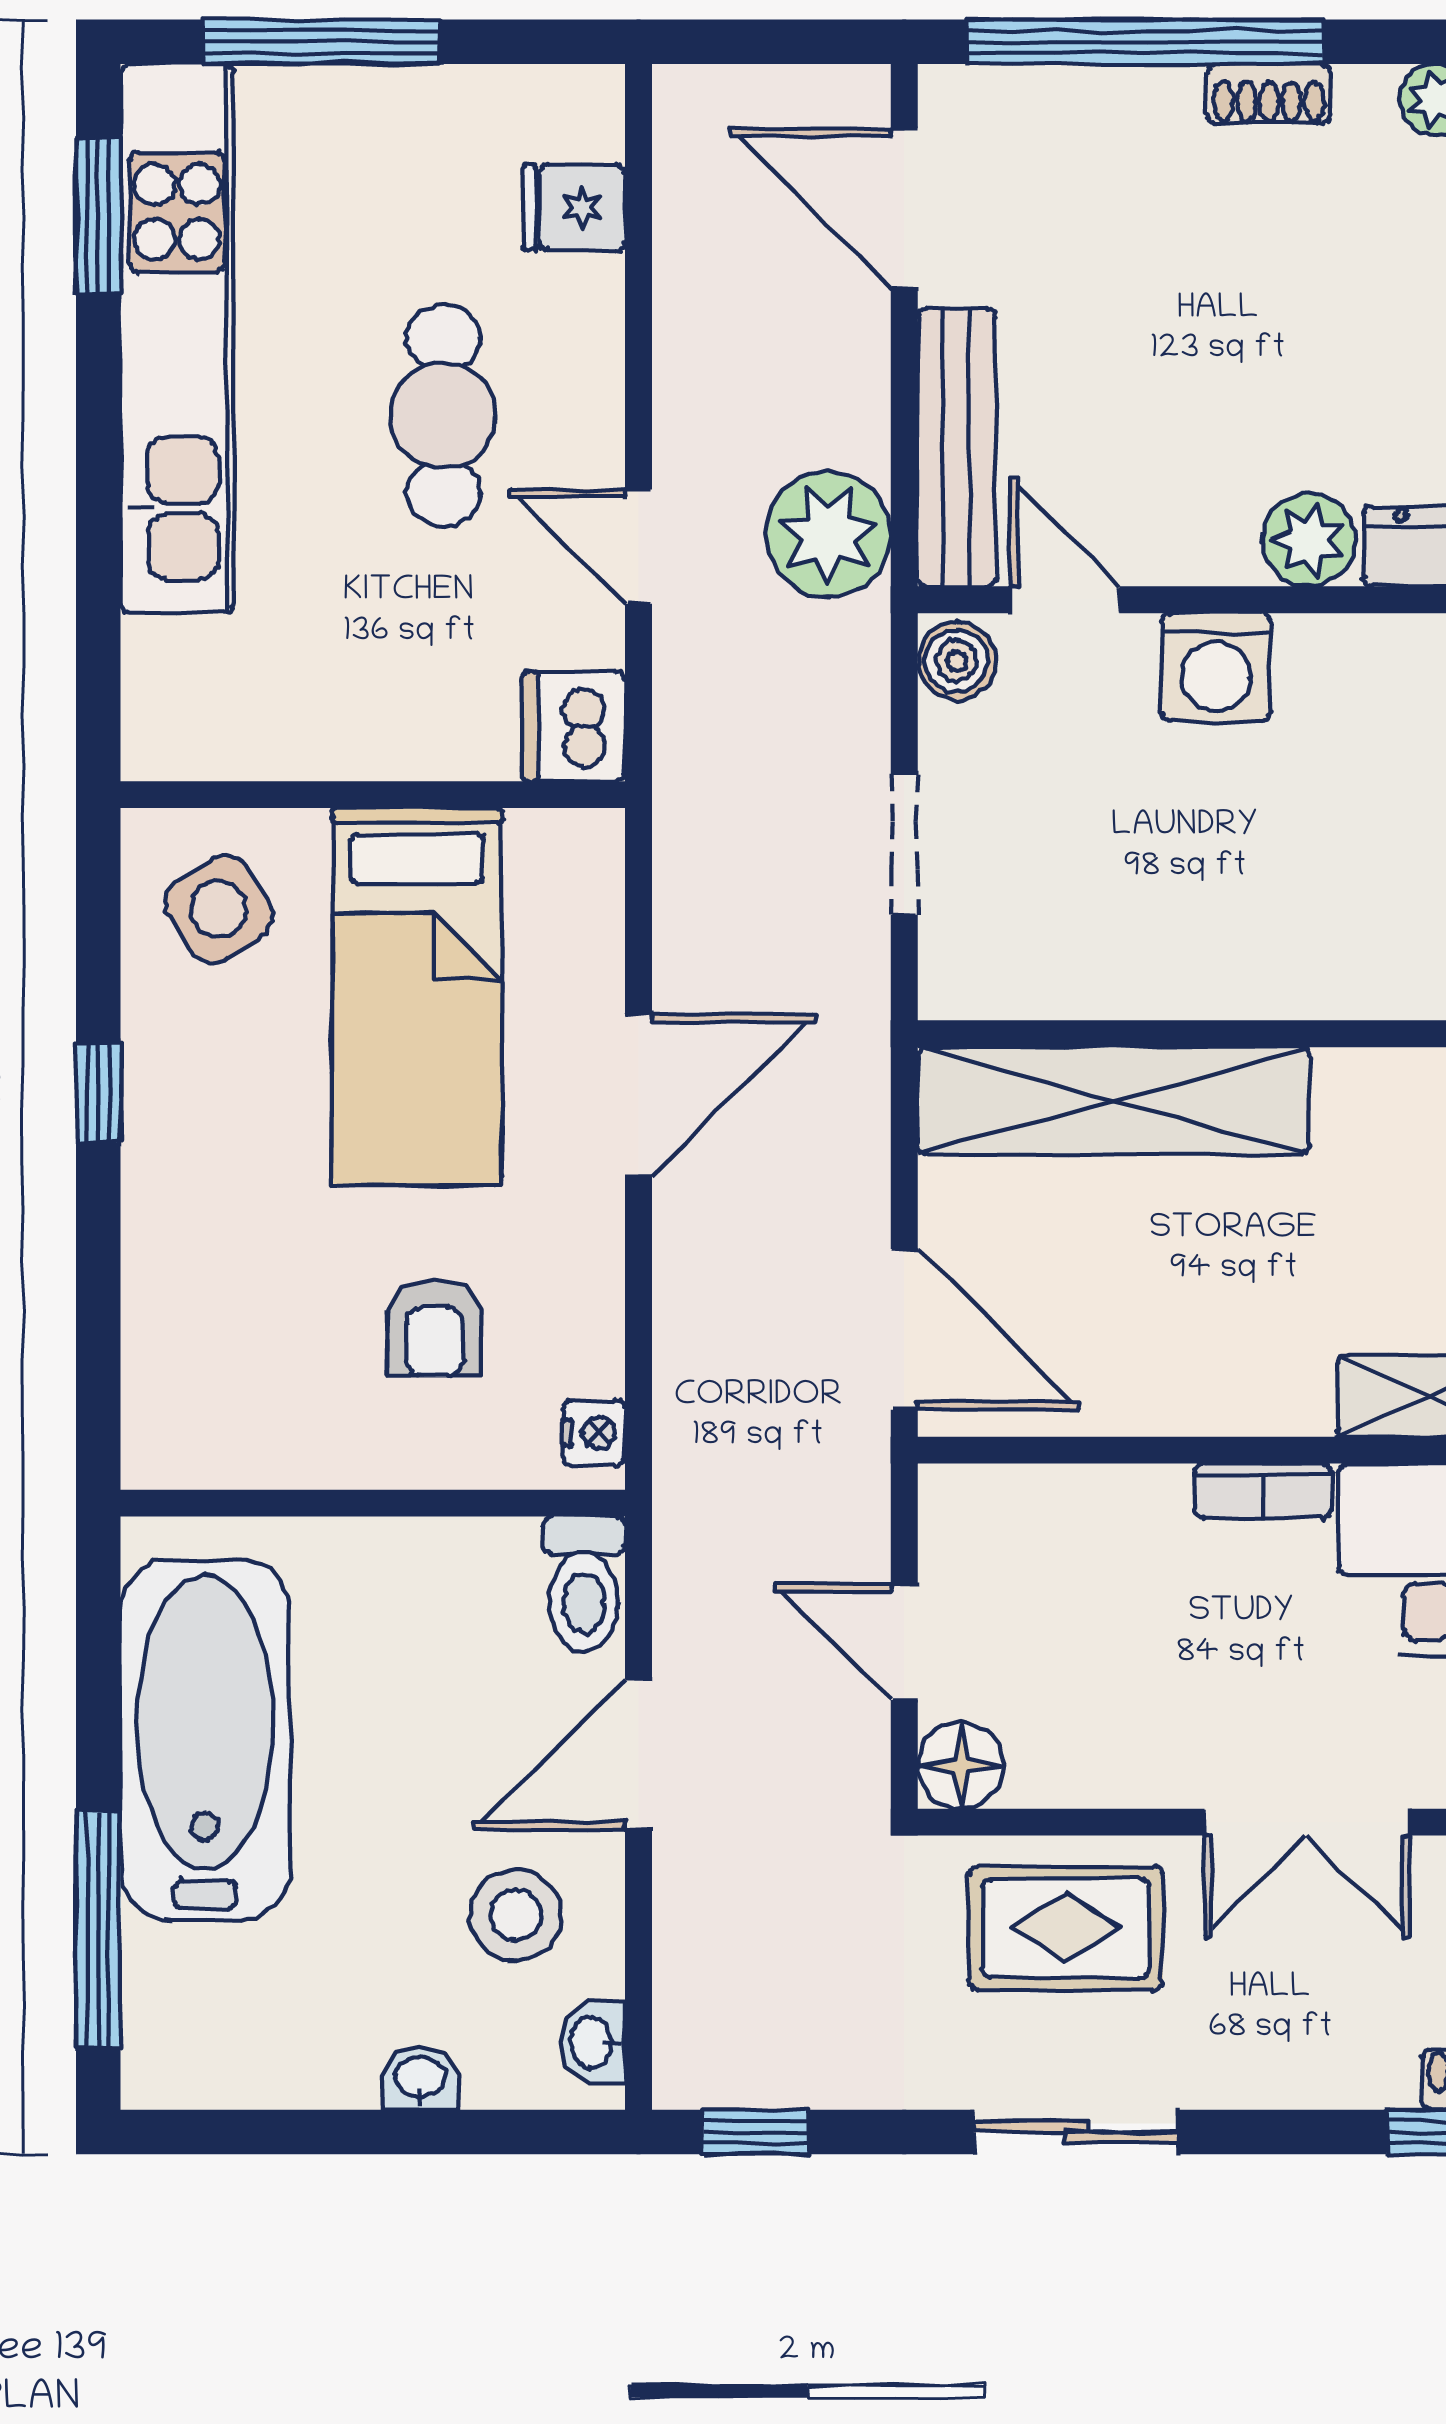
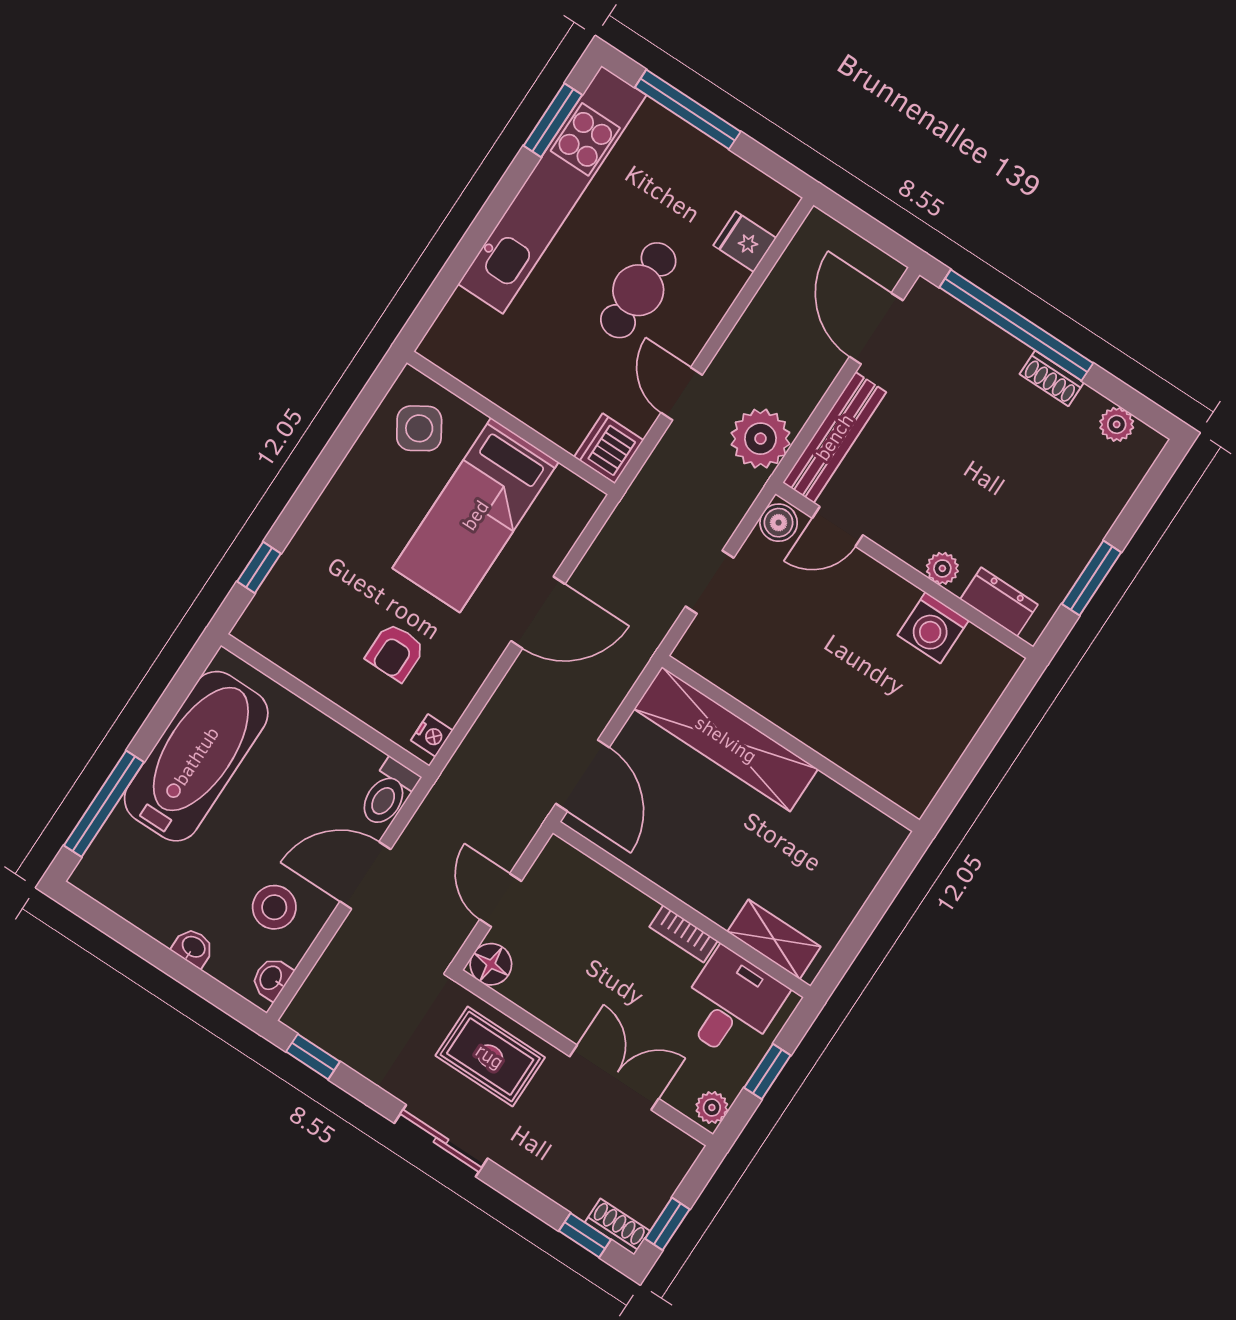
plant: (1309, 540) -> (942, 568), width x0.73, depth x0.73
door: (1065, 600) -> (838, 527), swing flipped
washing machine: (1216, 667) -> (933, 628), moved
window: (98, 1093) -> (259, 567), moved
double door: (1307, 1822) -> (614, 1078), swing flipped

